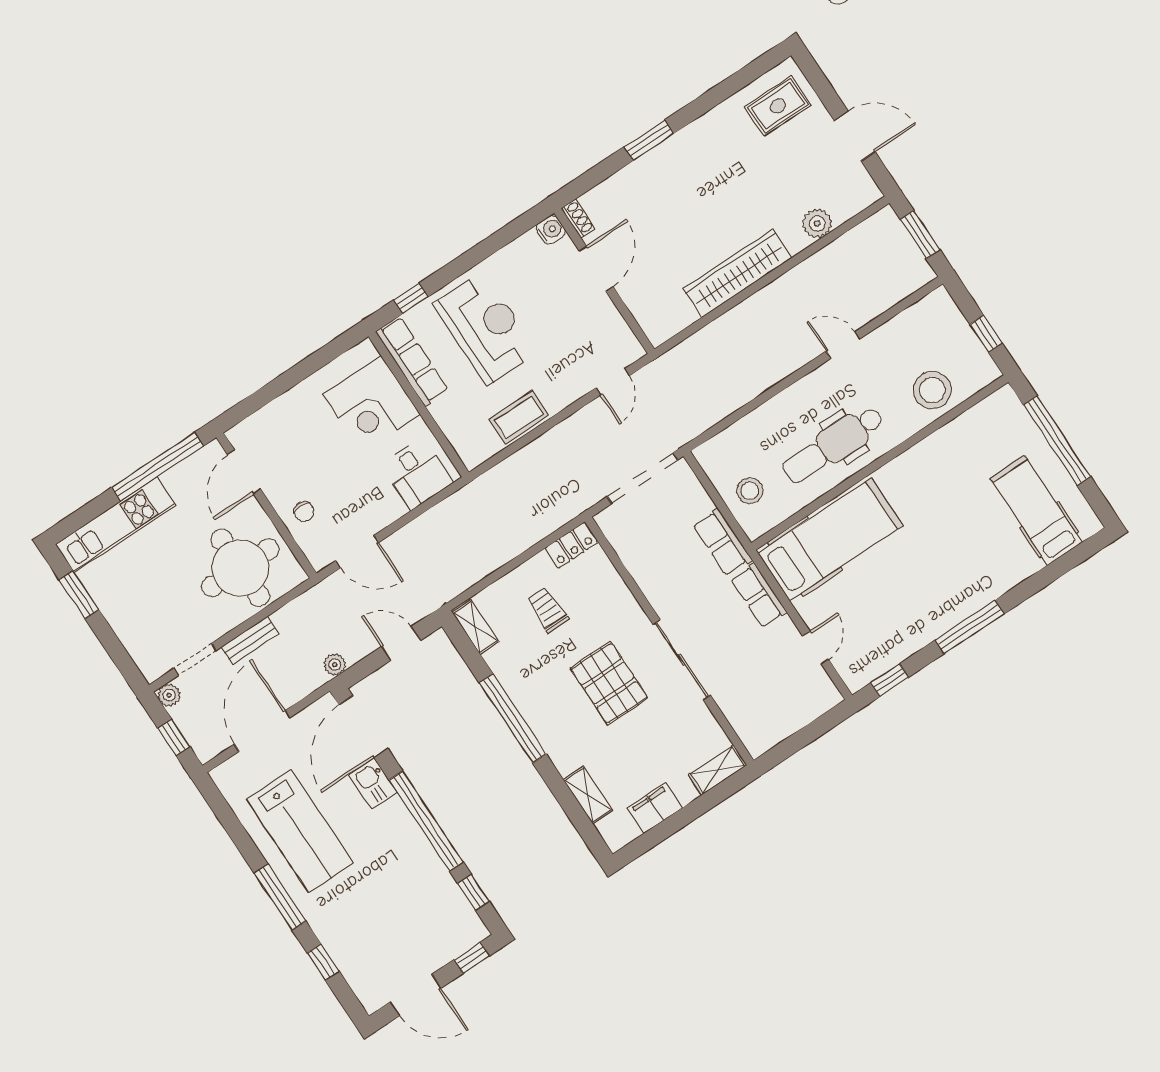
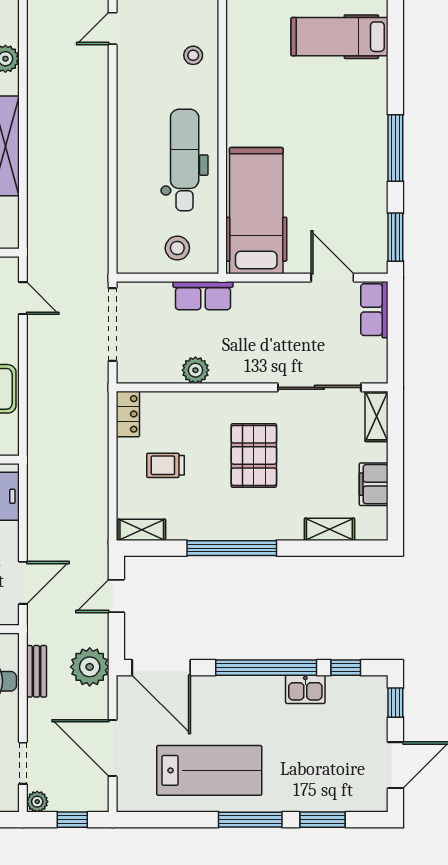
door: (843, 345) -> (113, 28), moved
stool: (932, 390) -> (193, 55), width x0.53, depth x0.53
dental chair: (833, 445) -> (185, 160), turned 180
plant: (651, 580) -> (195, 370), added
row of seats: (759, 596) -> (374, 310), moved, turned 90
bench: (250, 641) -> (36, 671), moved
door: (816, 648) -> (332, 278), width x1.38
sliding door: (682, 660) -> (319, 387), moved
plant: (335, 665) -> (90, 667), width x1.88, depth x1.88
window: (890, 680) -> (395, 237), width x1.50
pallet: (609, 683) -> (254, 455), turned 90
kitchen sink: (373, 784) -> (305, 689), moved
window: (323, 962) -> (322, 820), width x1.50

